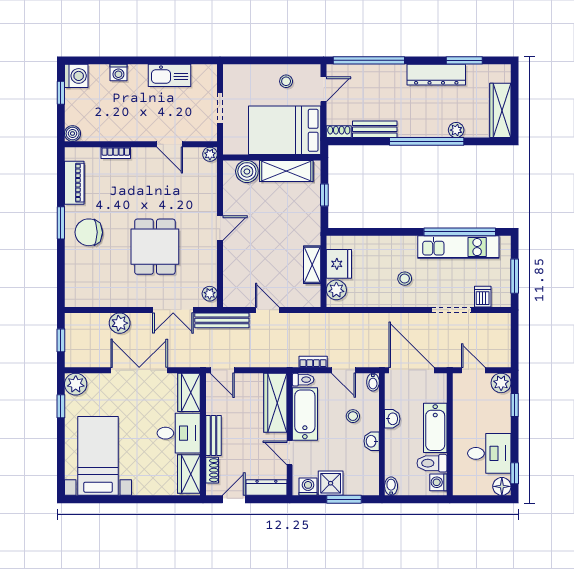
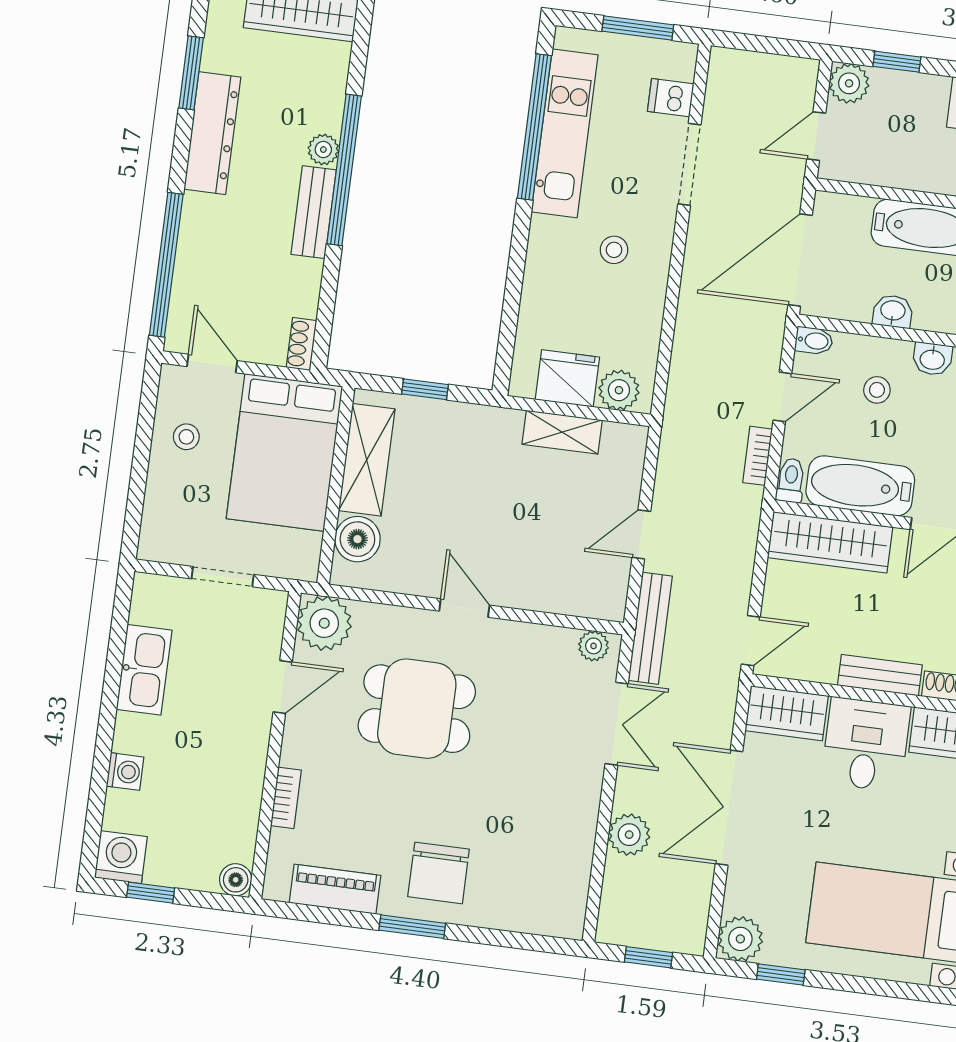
bench: (375, 129) -> (314, 212), moved
plant: (456, 130) -> (323, 150), moved
plant: (210, 154) -> (324, 623), width x1.88, depth x1.88
dining table: (155, 247) -> (417, 709), moved

